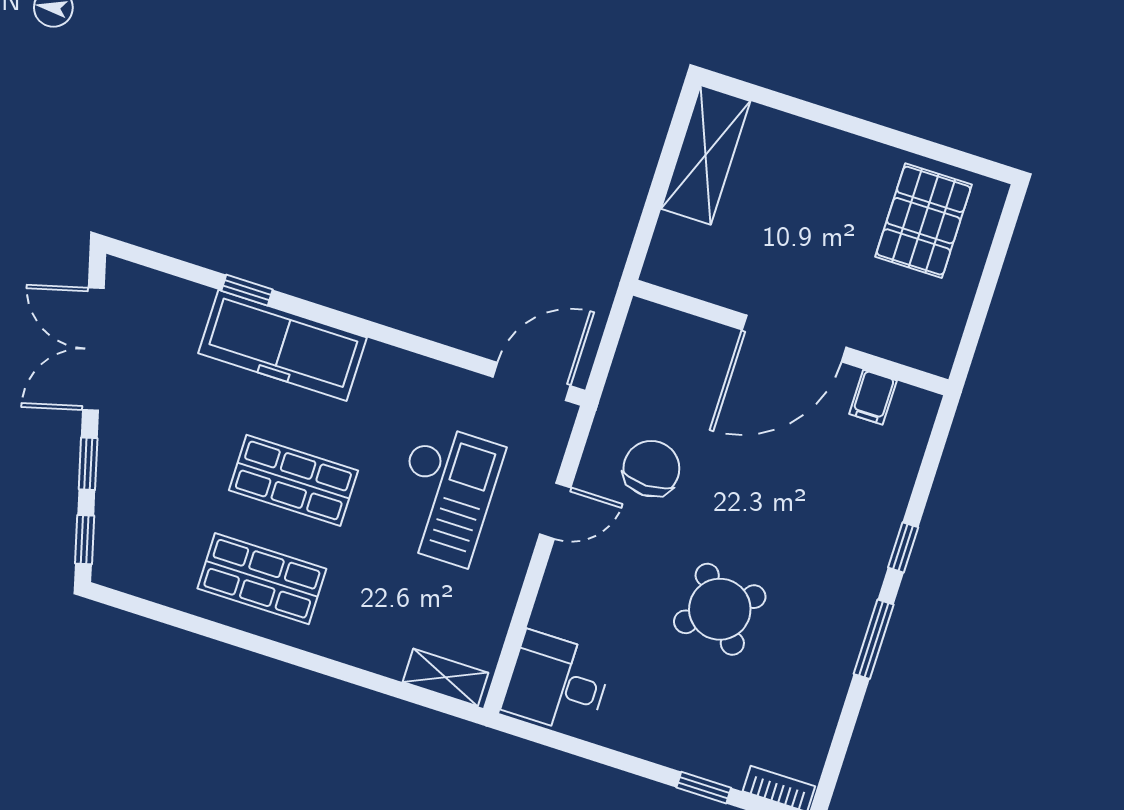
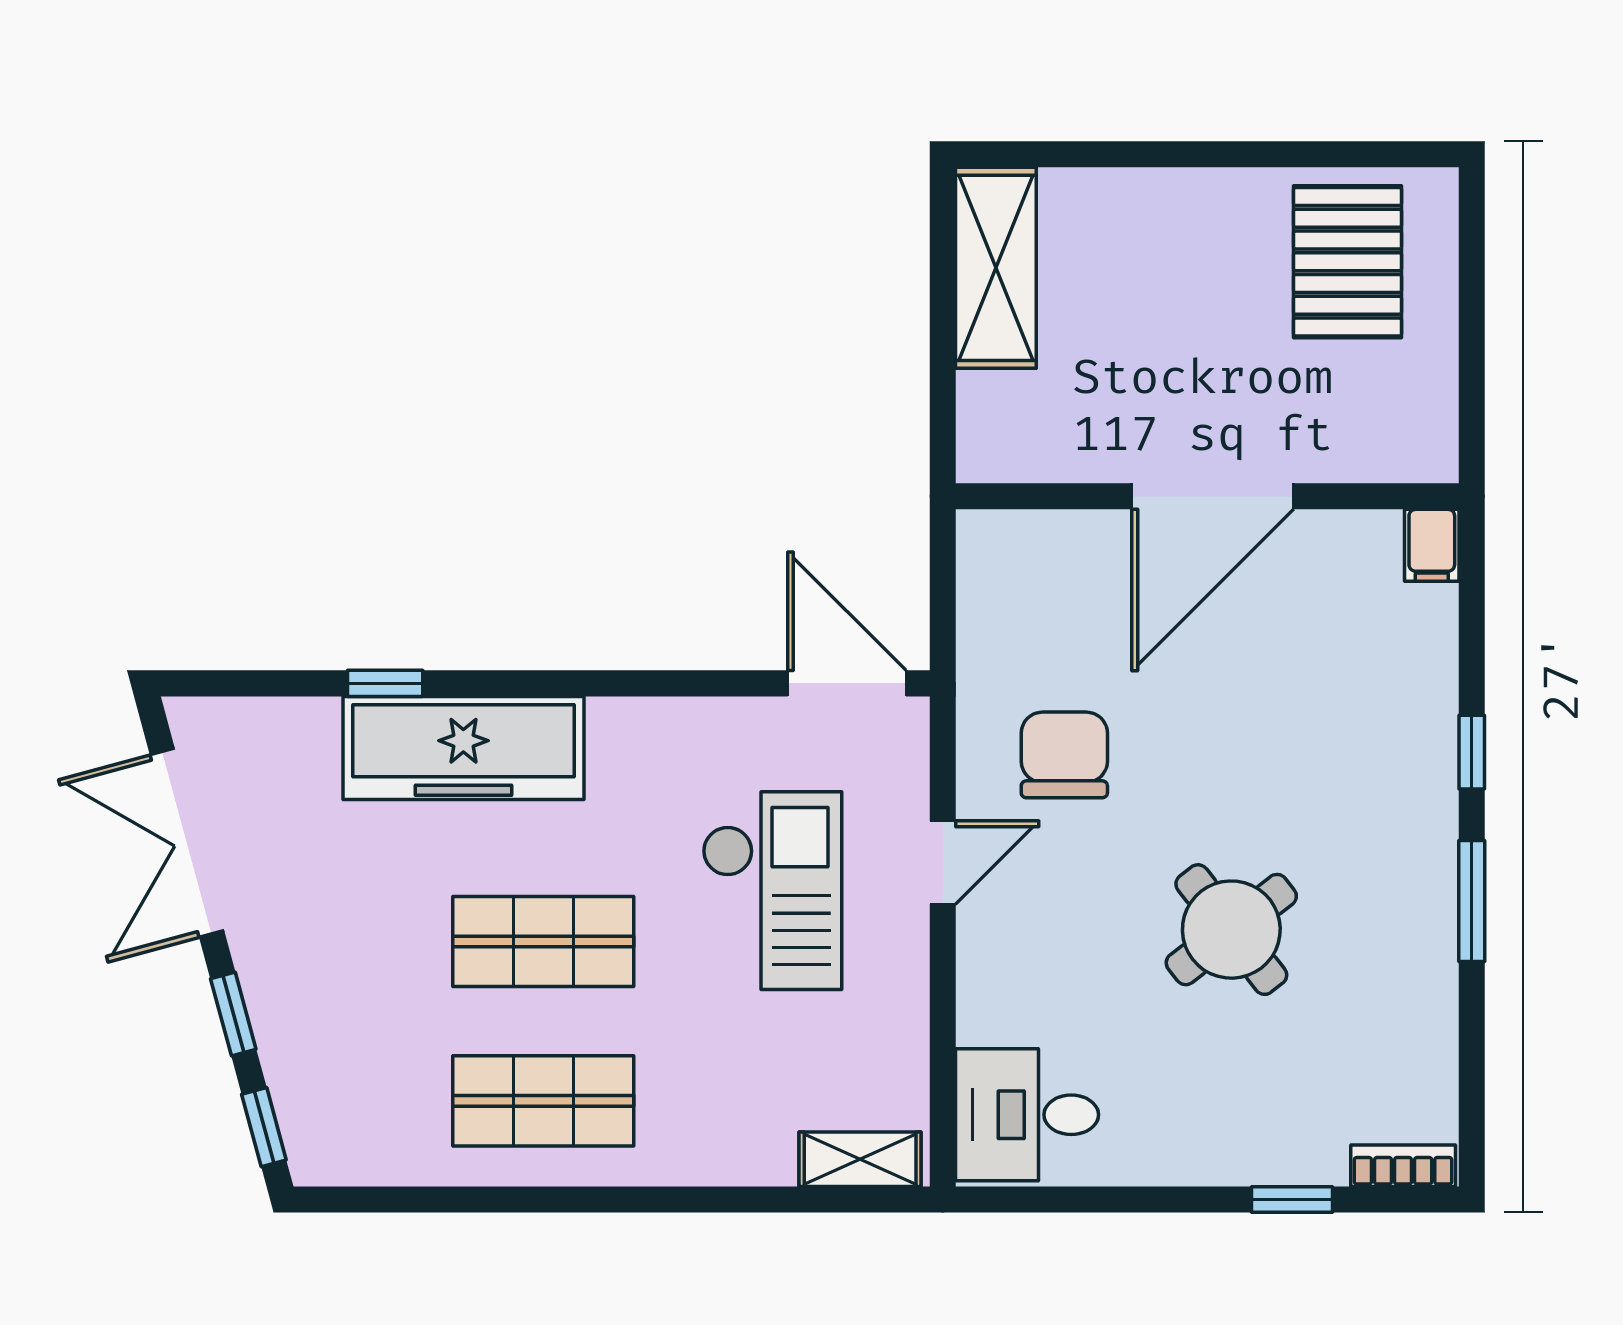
door: (532, 381) -> (847, 683), hinge flipped
filing cabinet: (873, 397) -> (1432, 545), moved

